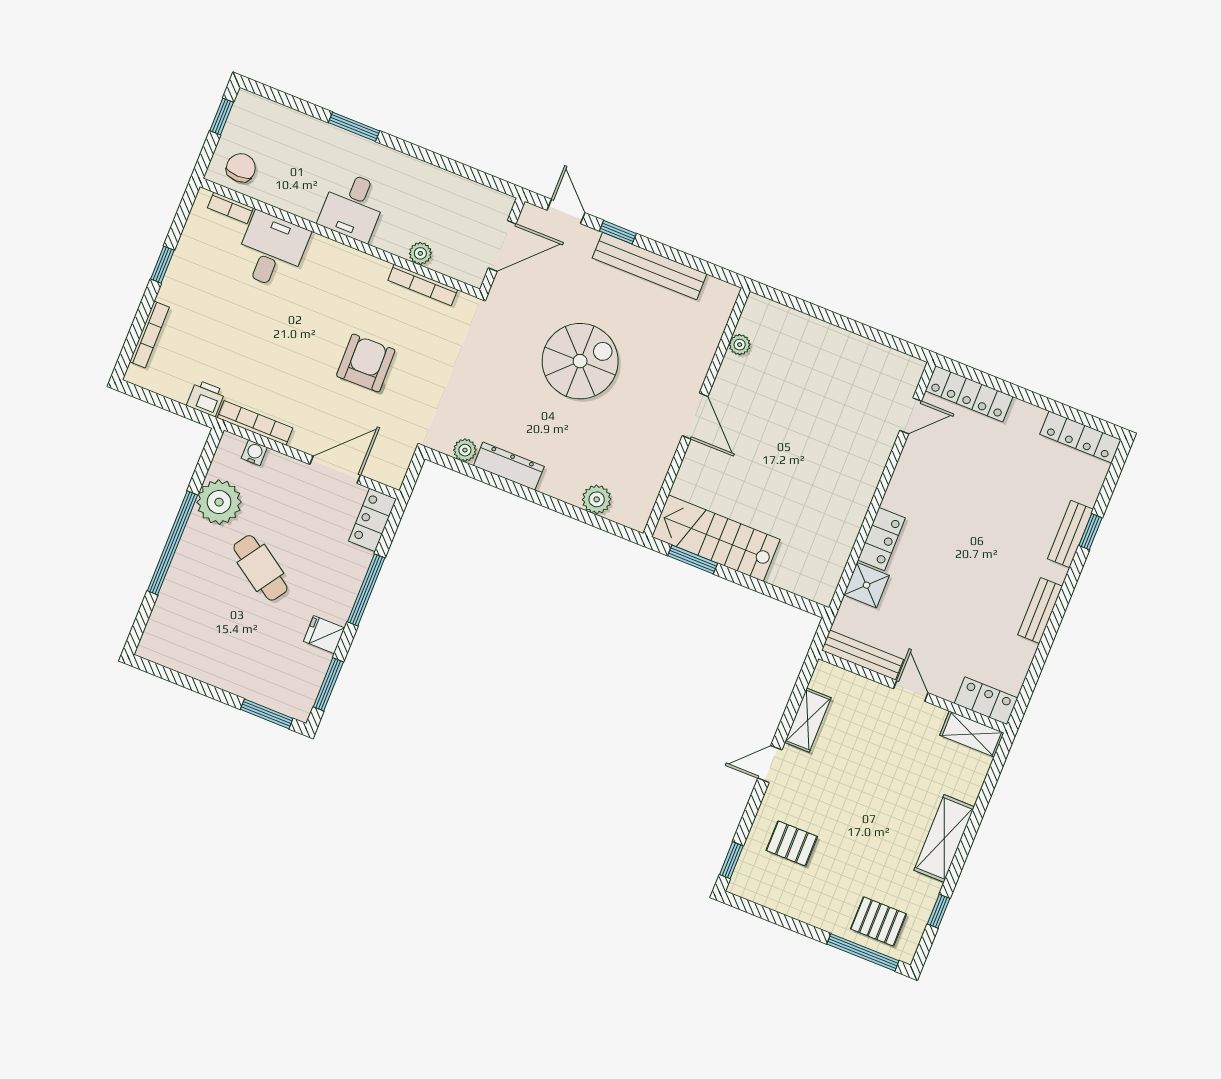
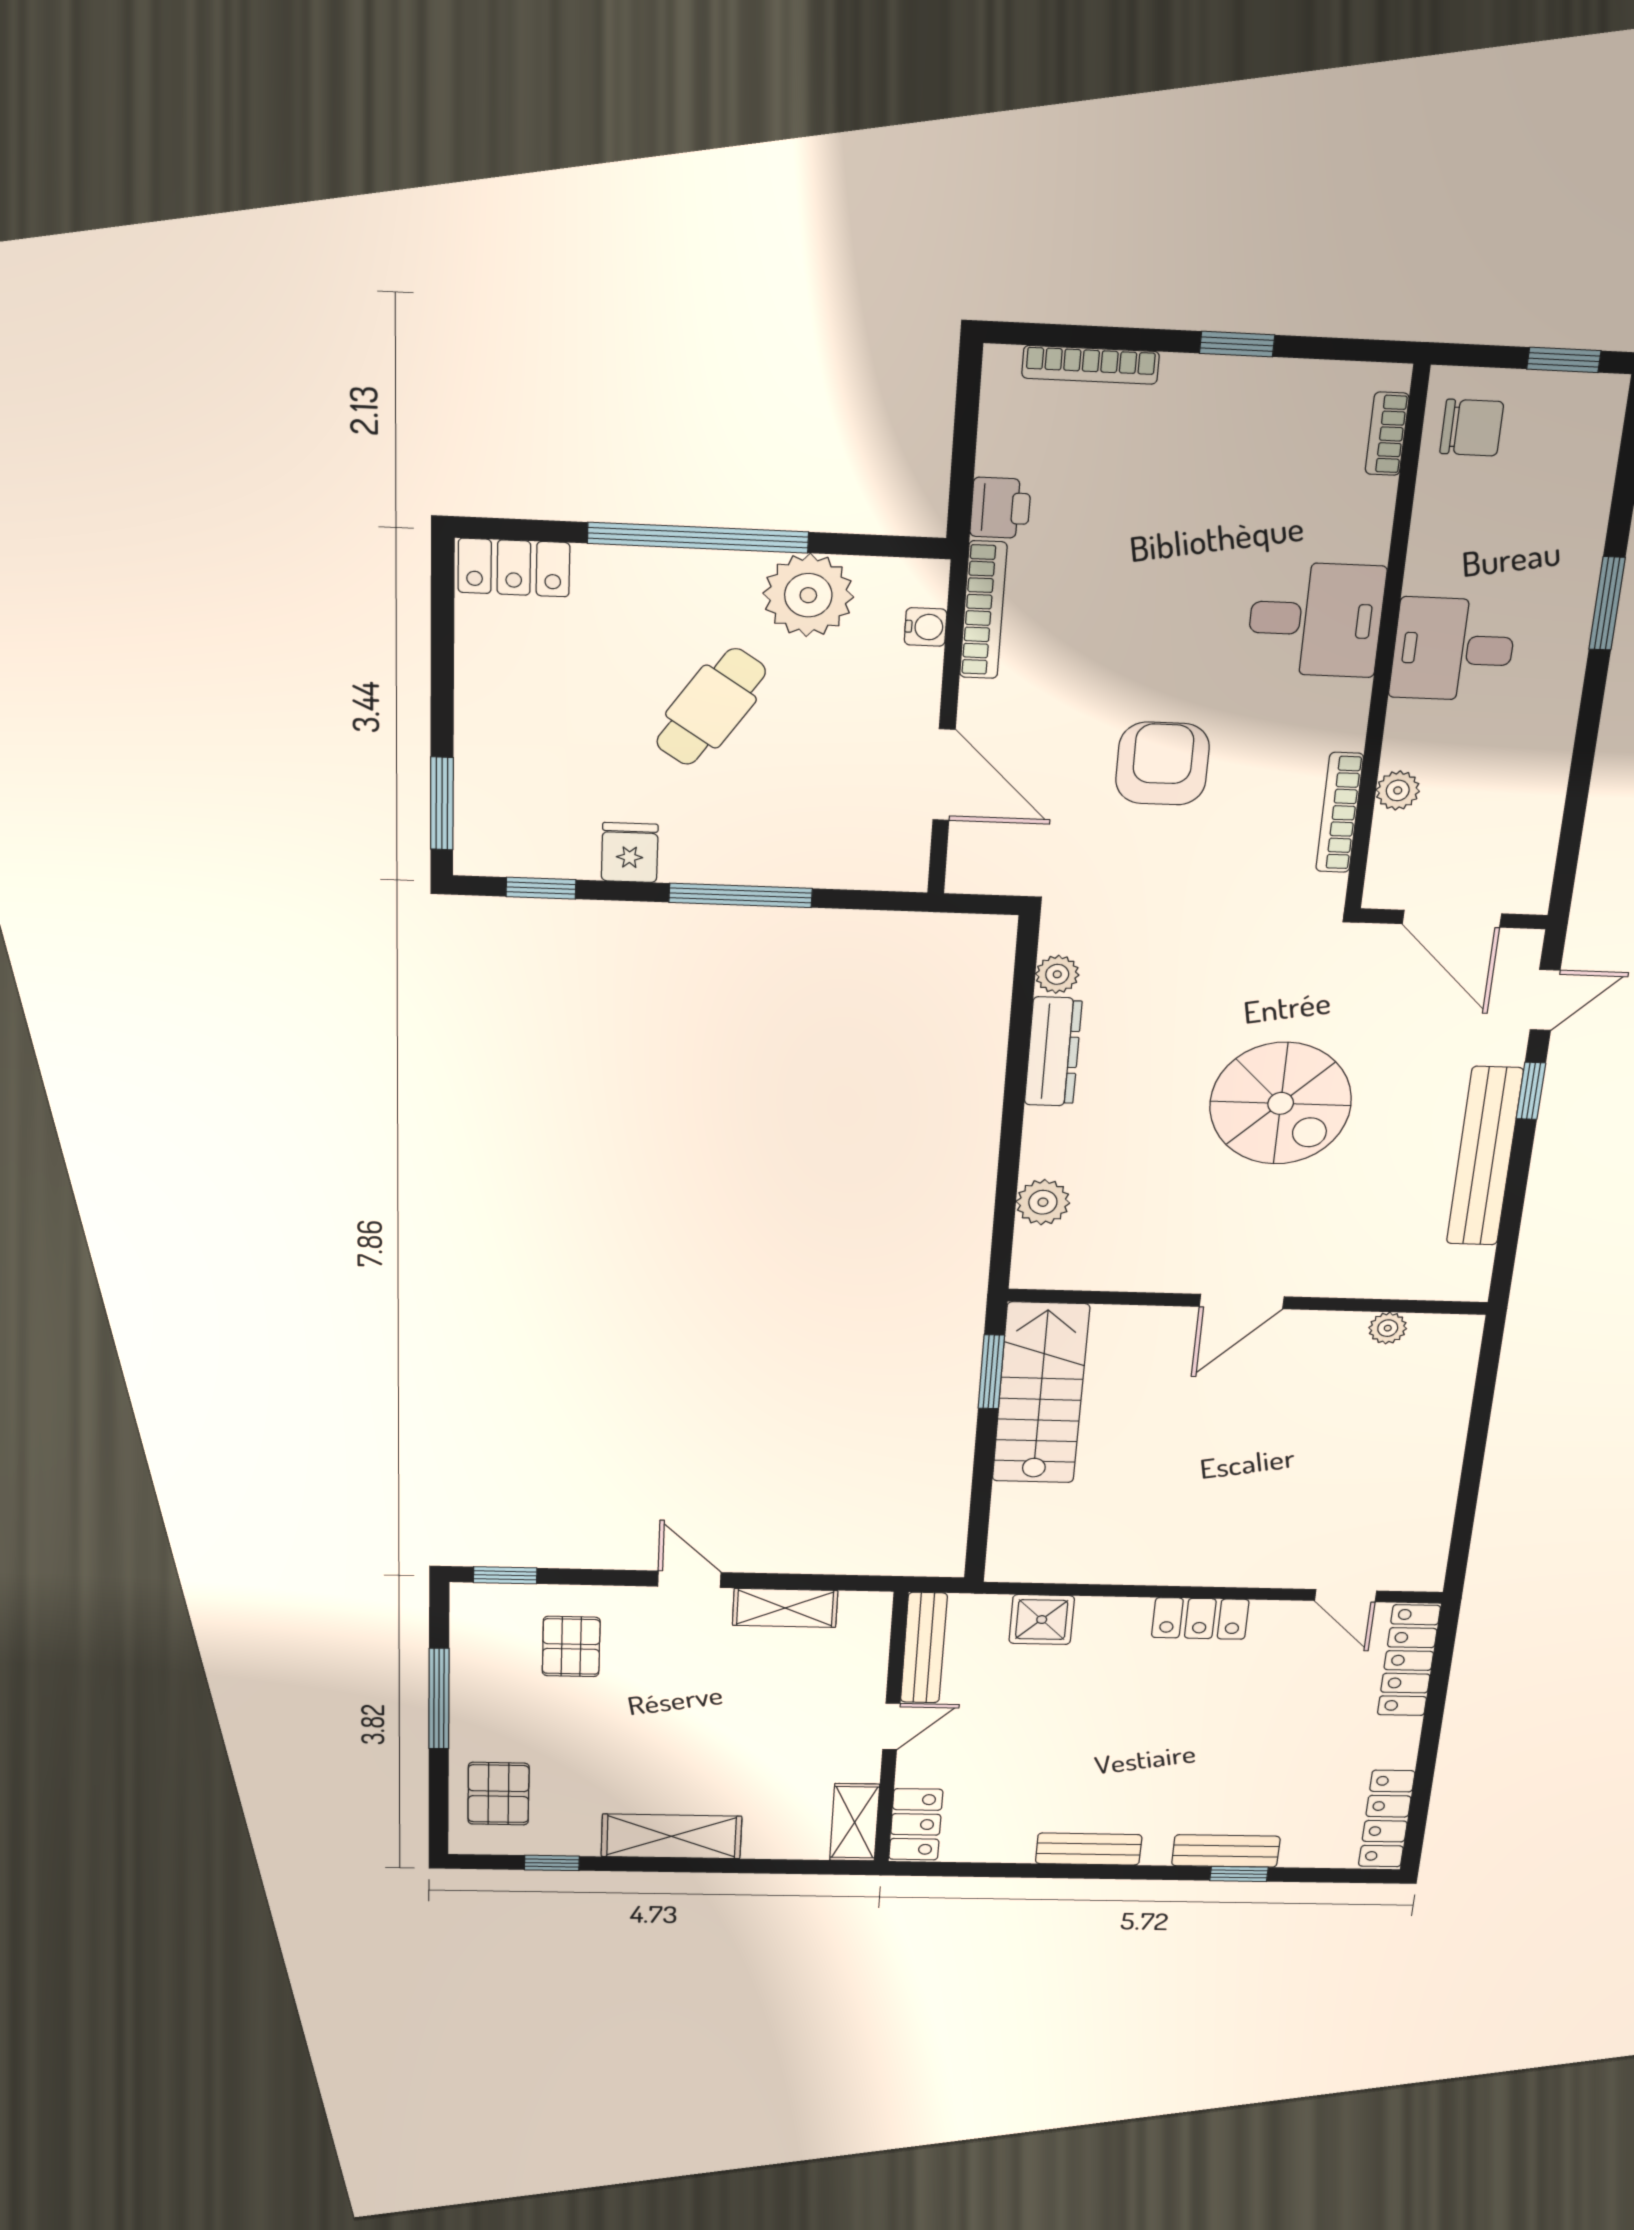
desk: (272, 251) -> (1316, 619), moved
armchair: (366, 363) -> (1162, 764), turned -89
locker: (372, 520) -> (514, 568), moved, turned 180
locker: (881, 539) -> (1200, 1618), moved
window: (328, 684) -> (541, 888), width x0.67
window: (863, 952) -> (439, 1699), moved

